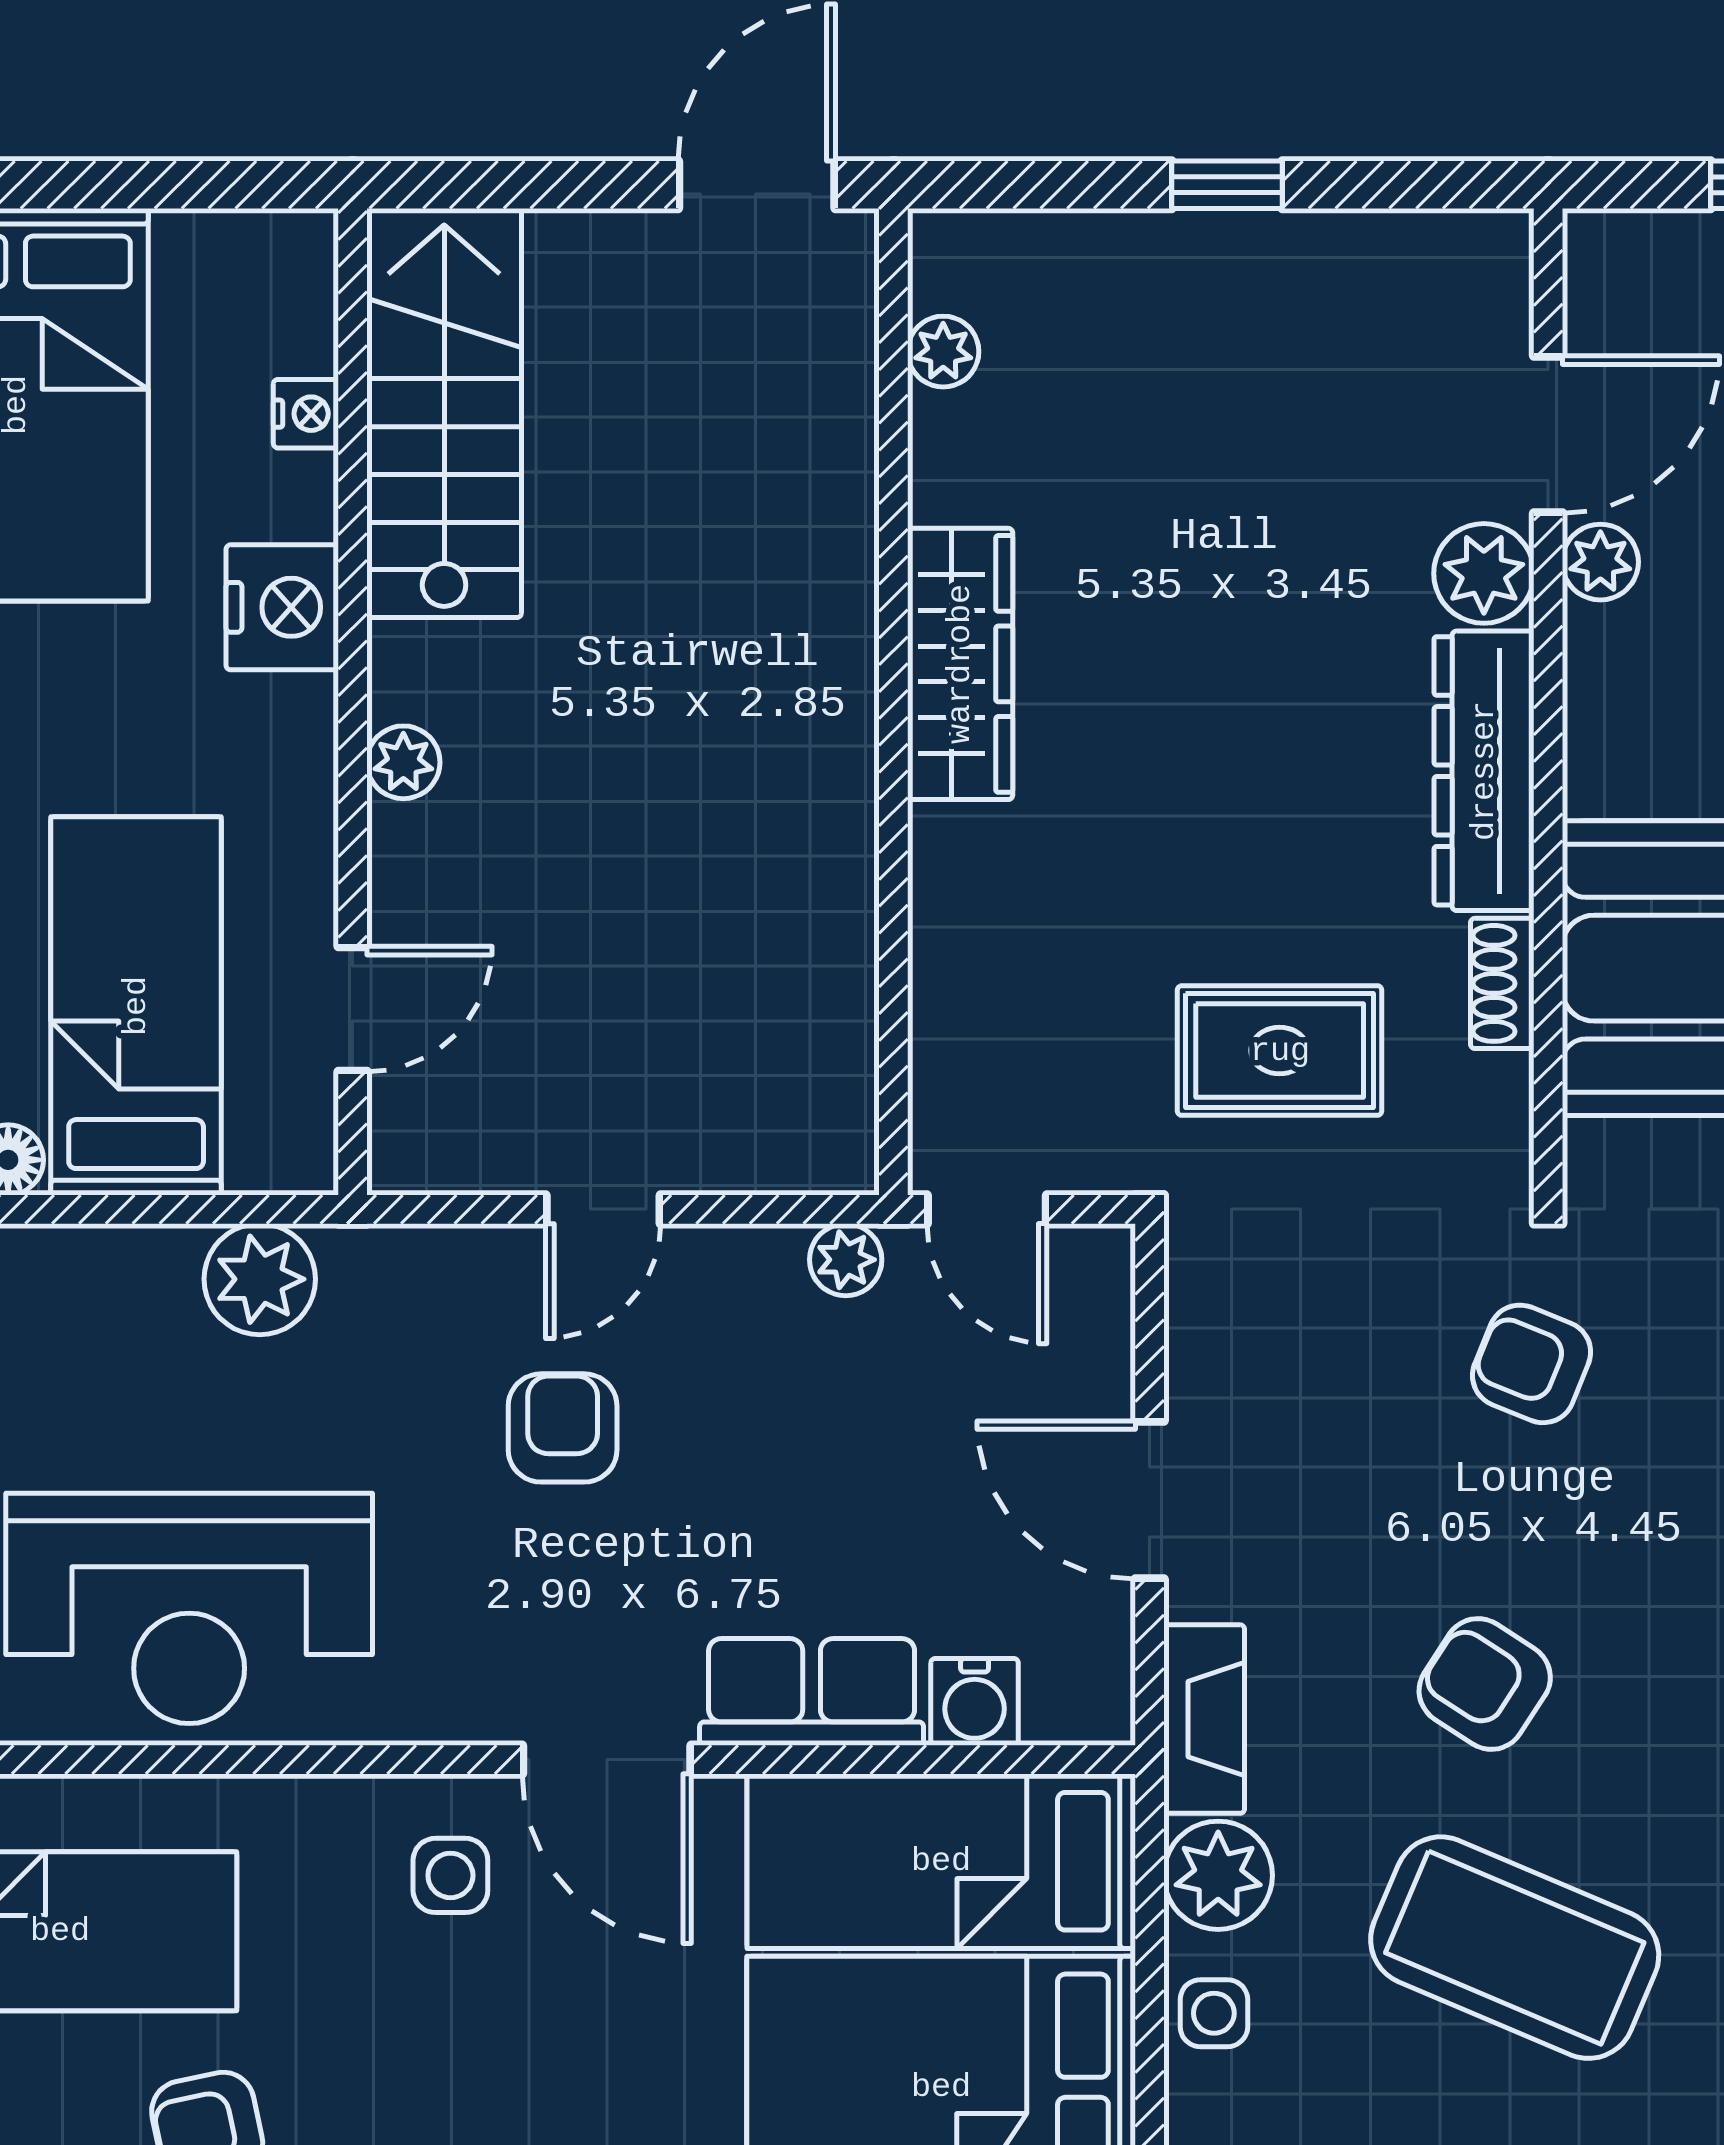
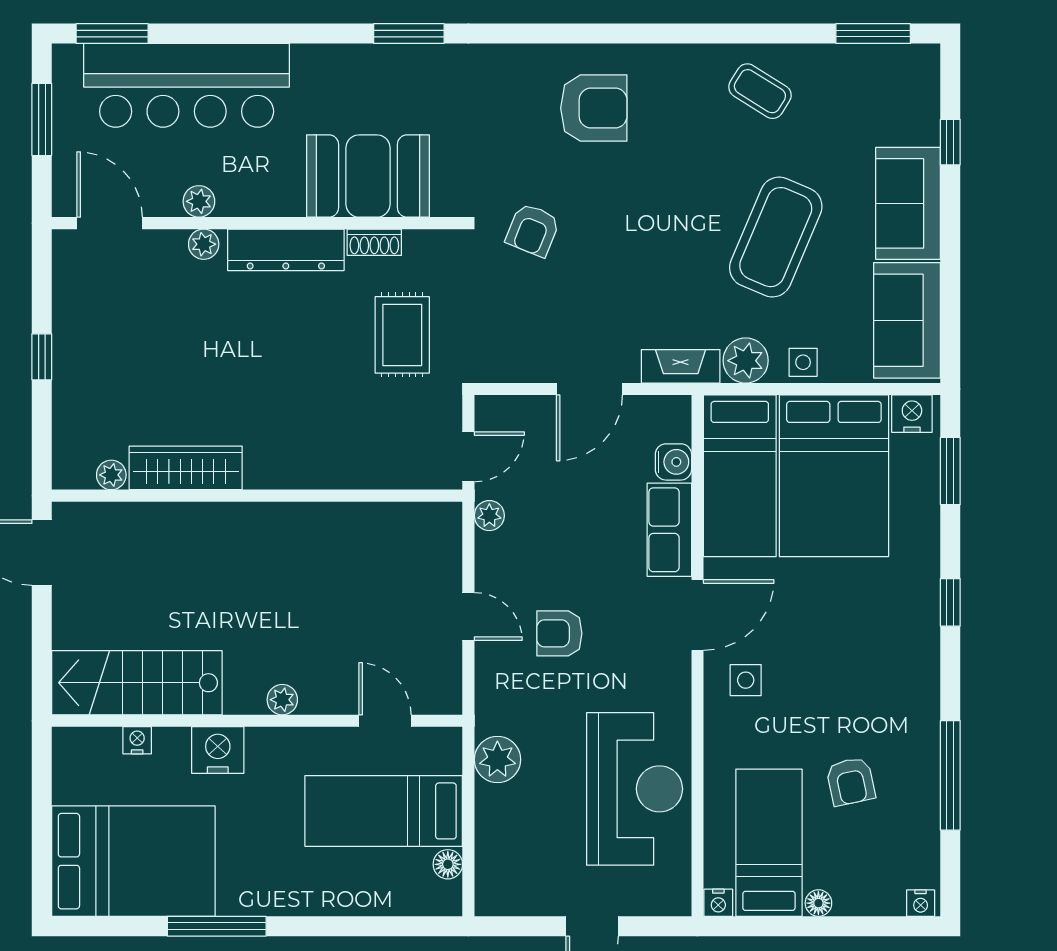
door: (1548, 434) -> (110, 223), moved
plant: (1484, 573) -> (204, 244), width x0.73, depth x0.73
wardrobe: (960, 664) -> (186, 468), moved
armchair: (1485, 1684) -> (666, 250), removed

